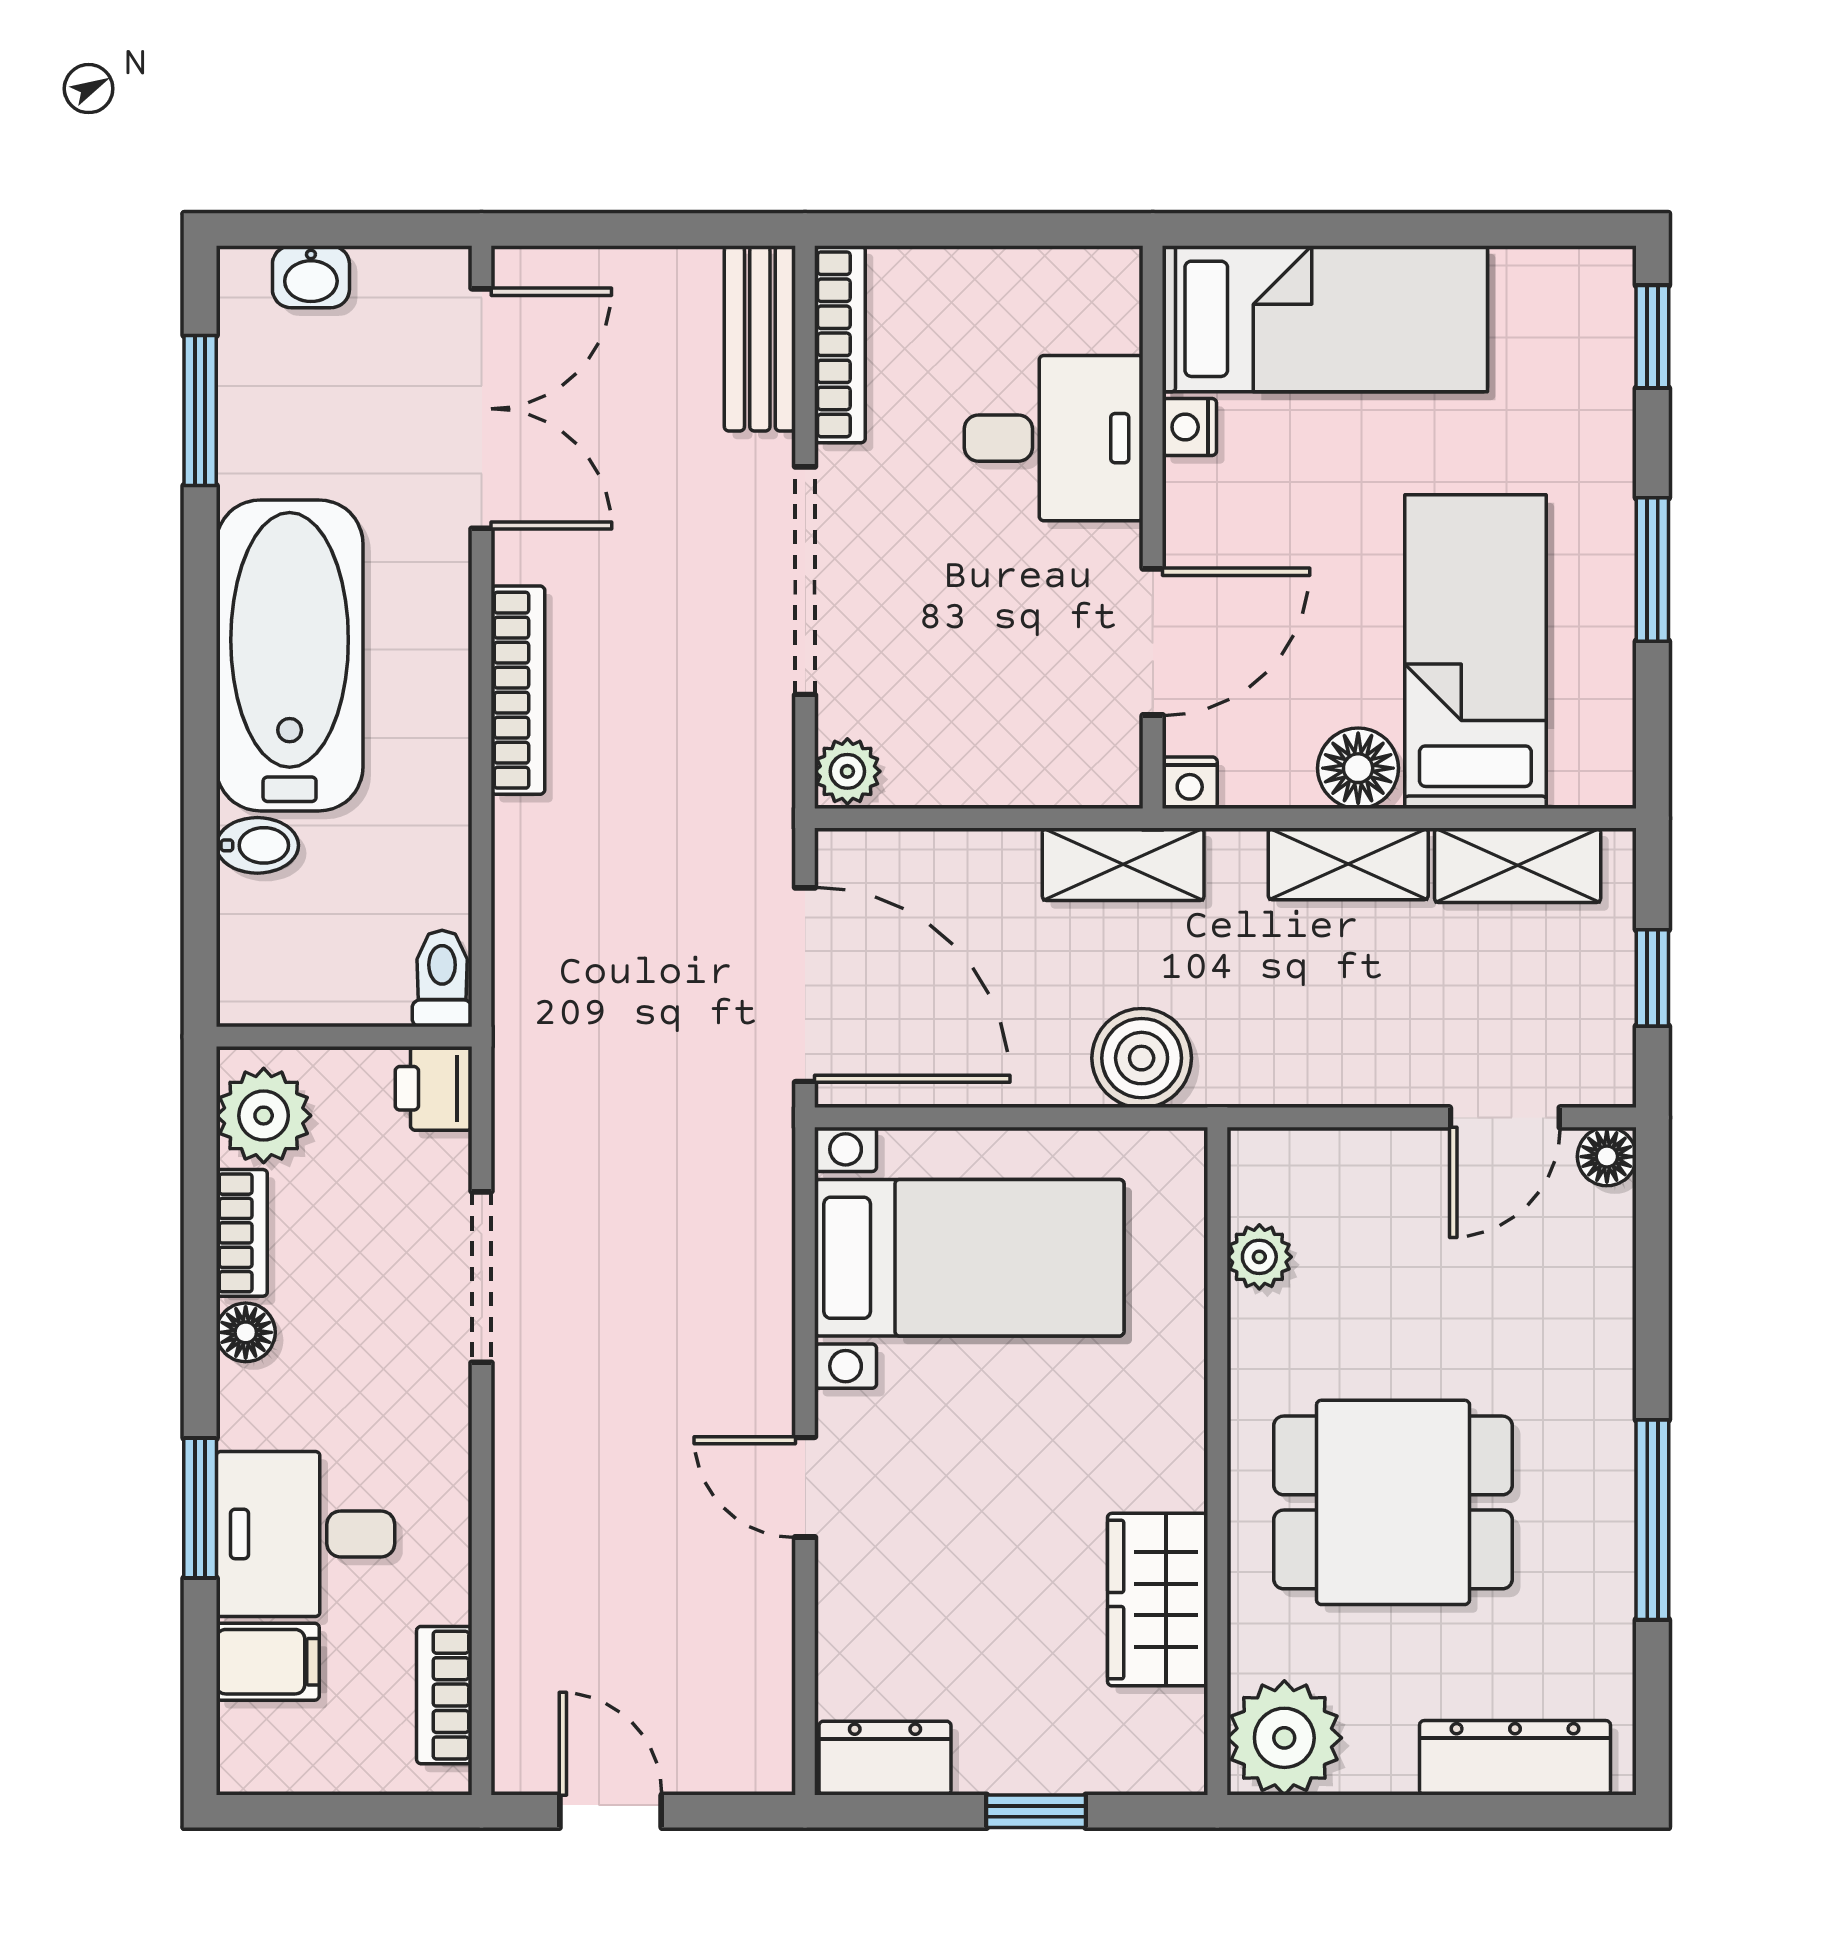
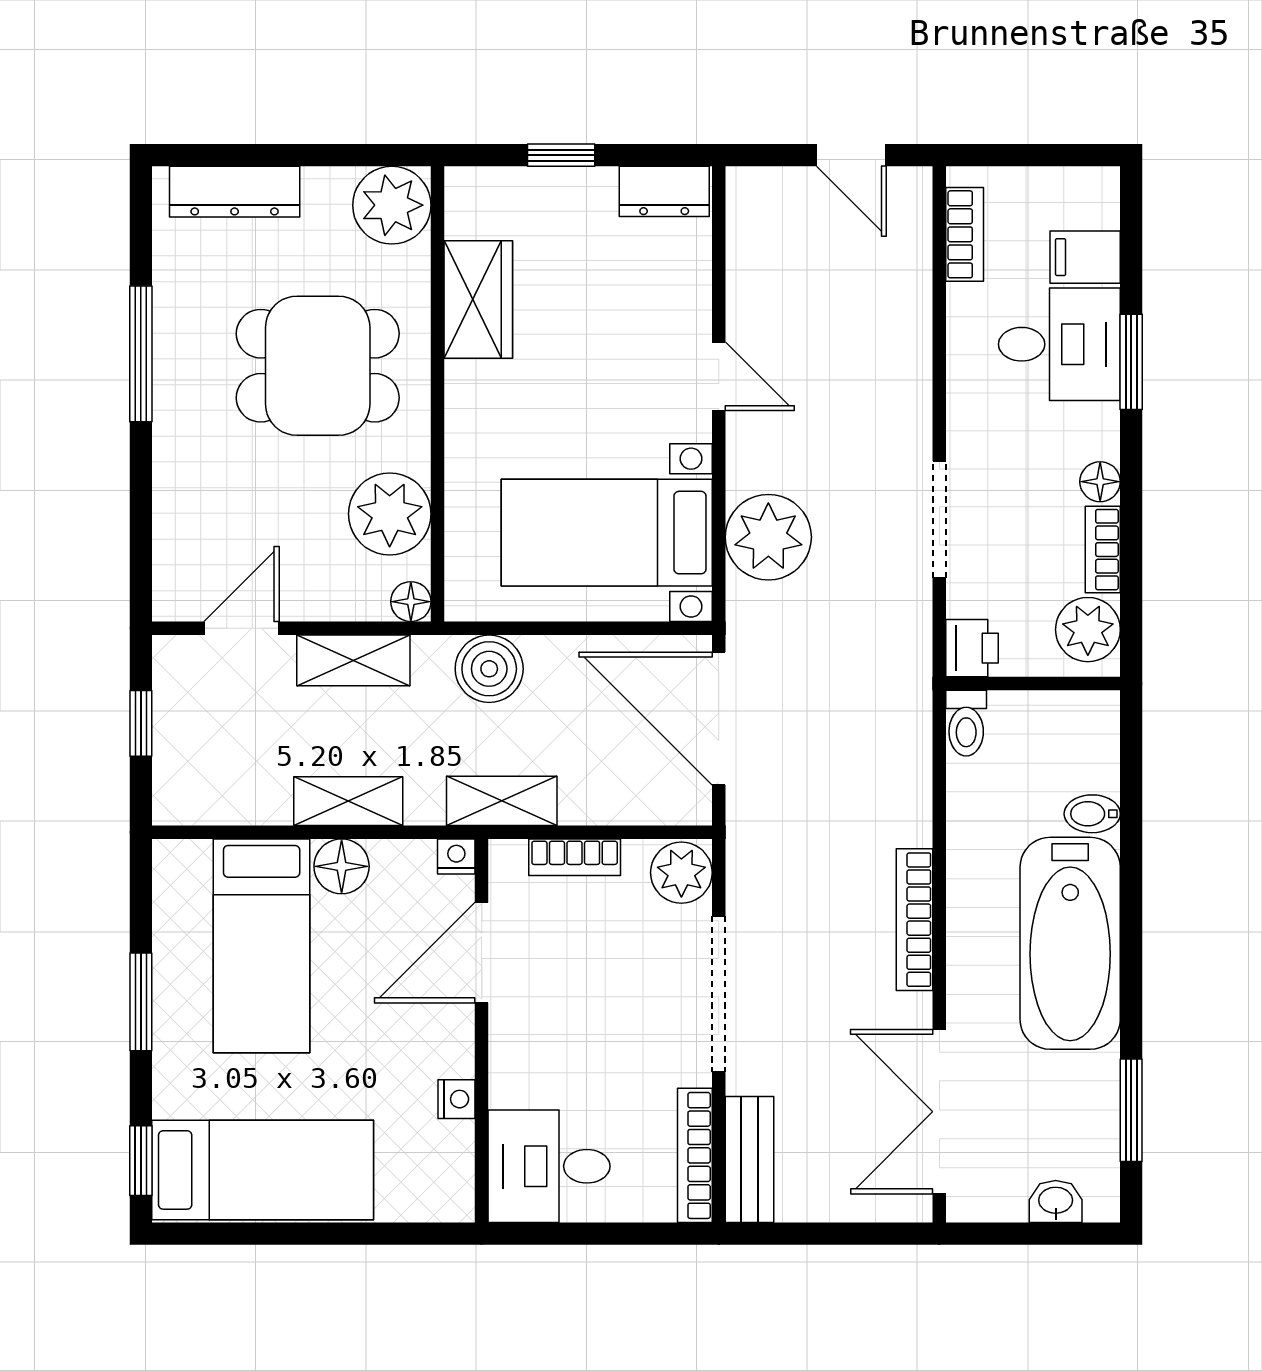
bed: (1325, 319) -> (263, 1170), moved, turned 180
desk: (1054, 438) -> (549, 1166), moved
plant: (847, 771) -> (681, 873), width x1.38, depth x1.38
bookcase: (1016, 782) -> (575, 857), added
shelving: (1518, 865) -> (353, 660), moved
floor lamp: (1607, 1157) -> (411, 602), moved
plant: (732, 1251) -> (768, 537), added
plant: (1259, 1257) -> (390, 514), width x1.87, depth x1.87

